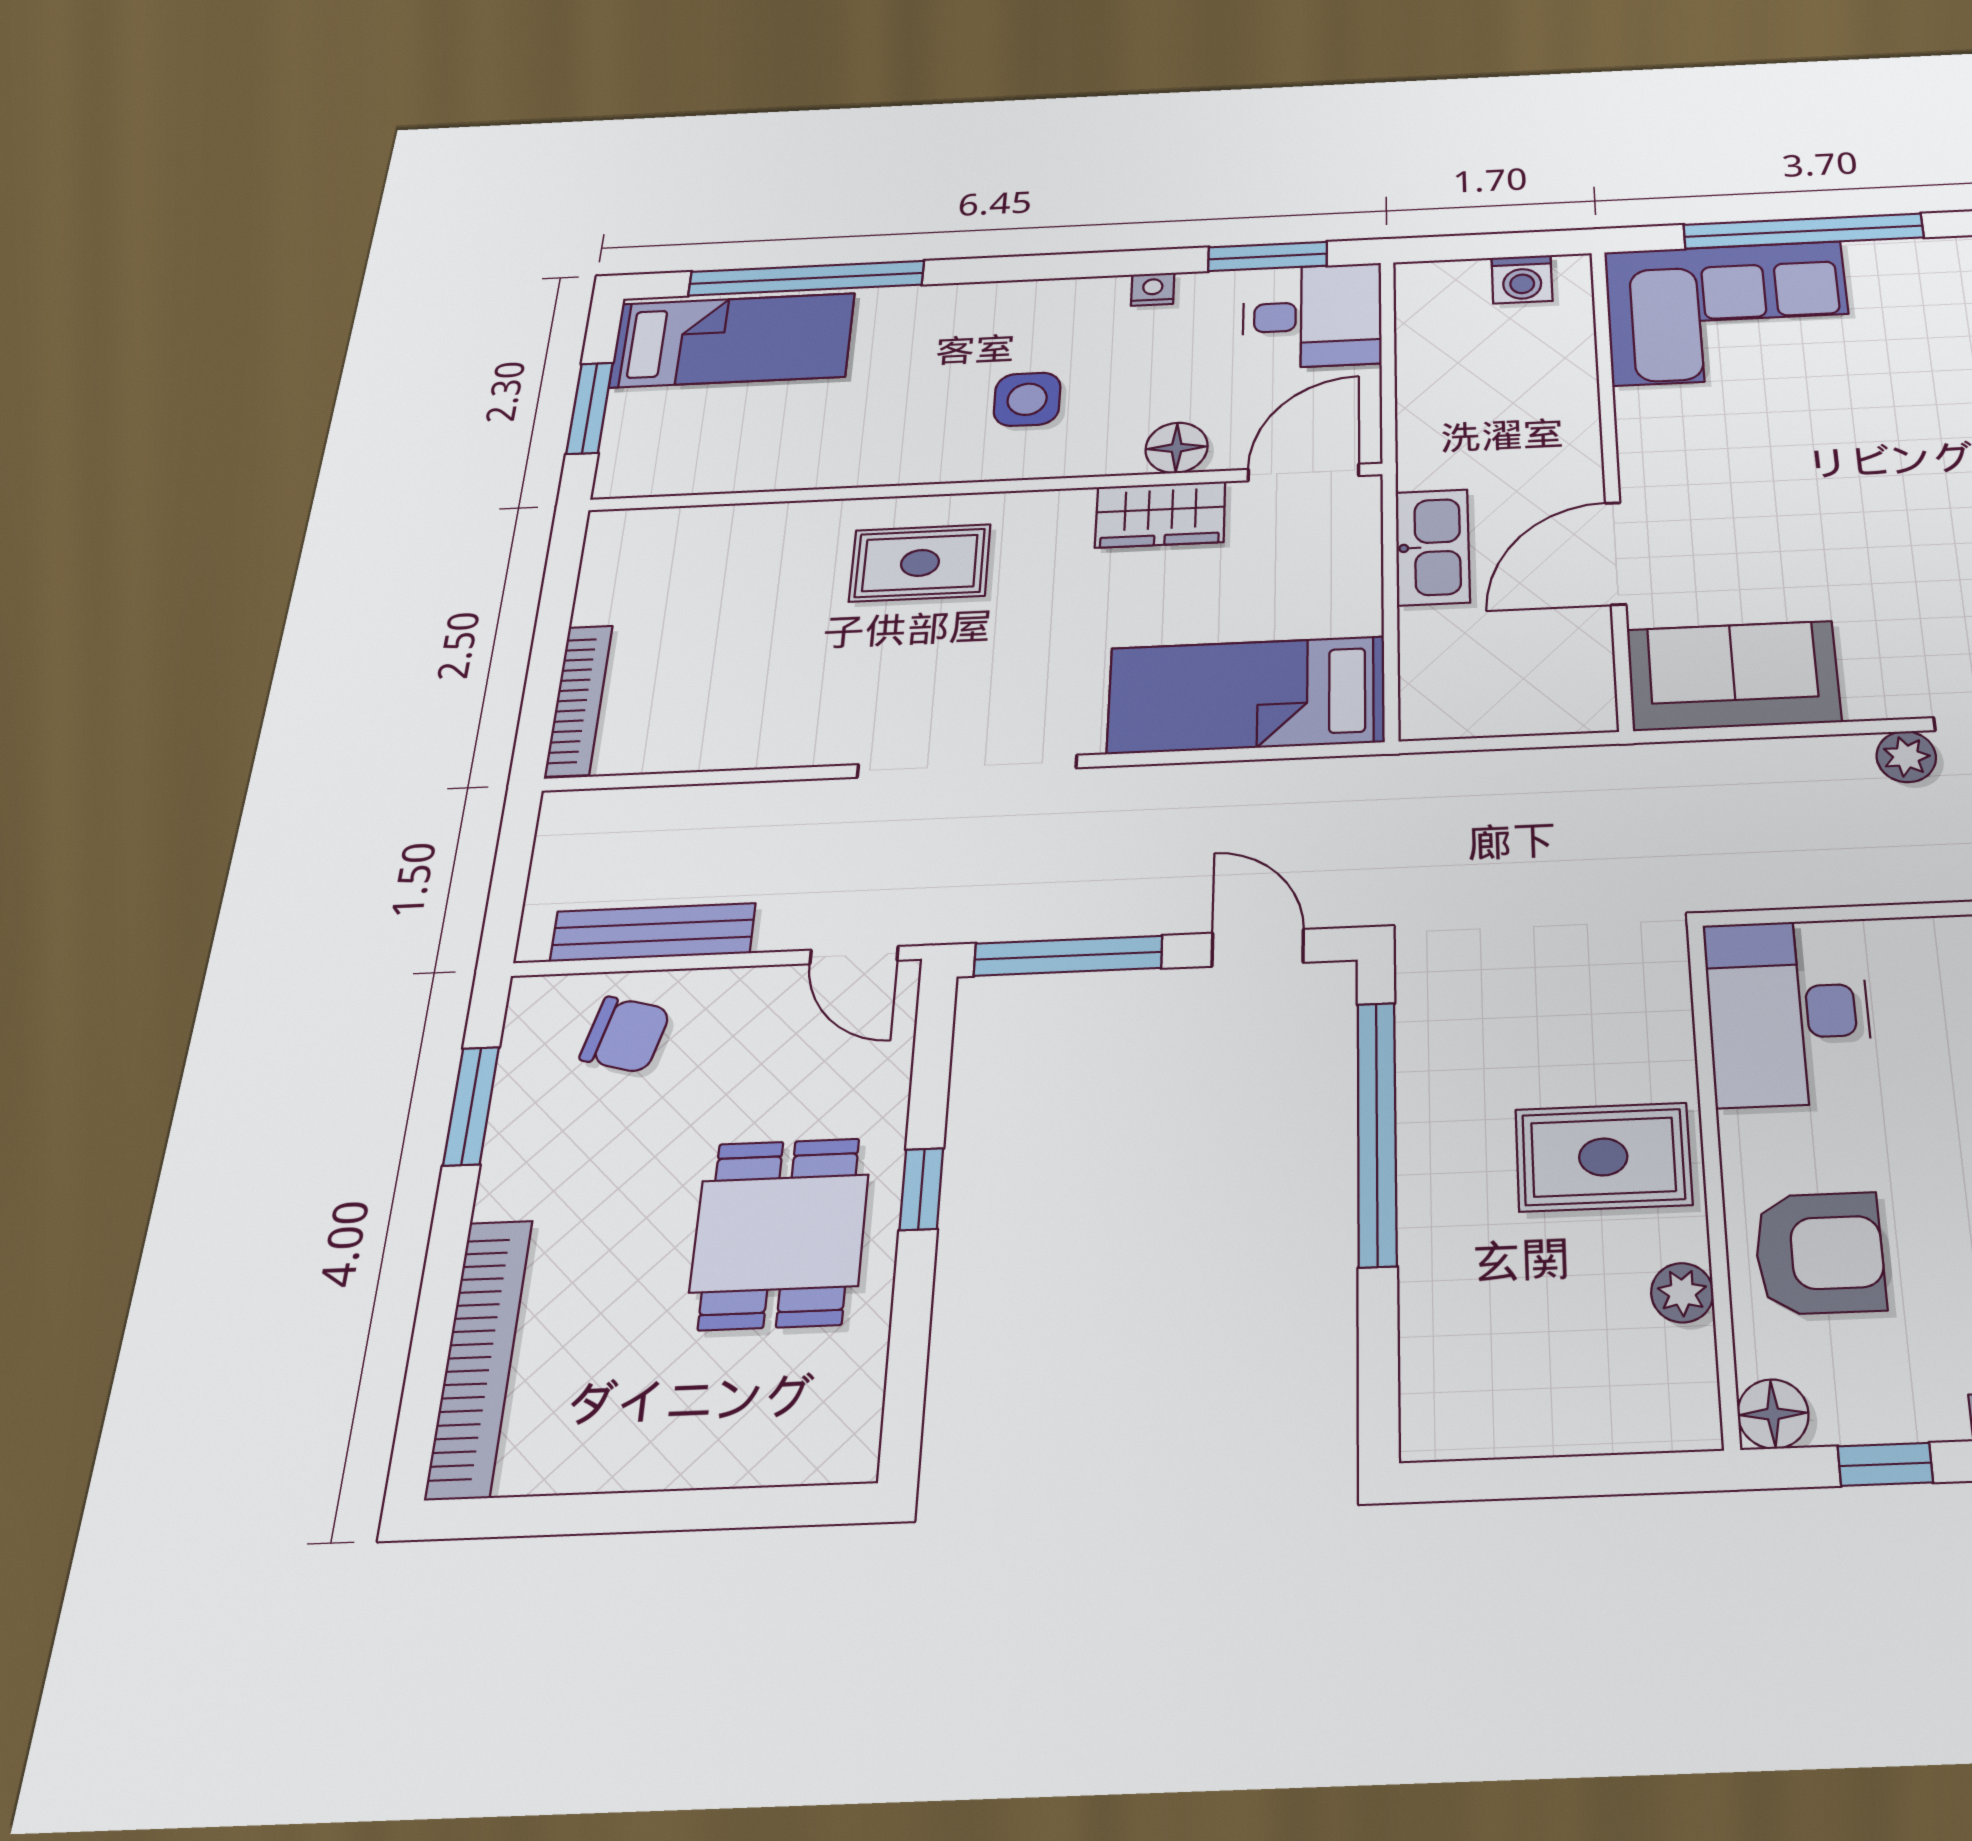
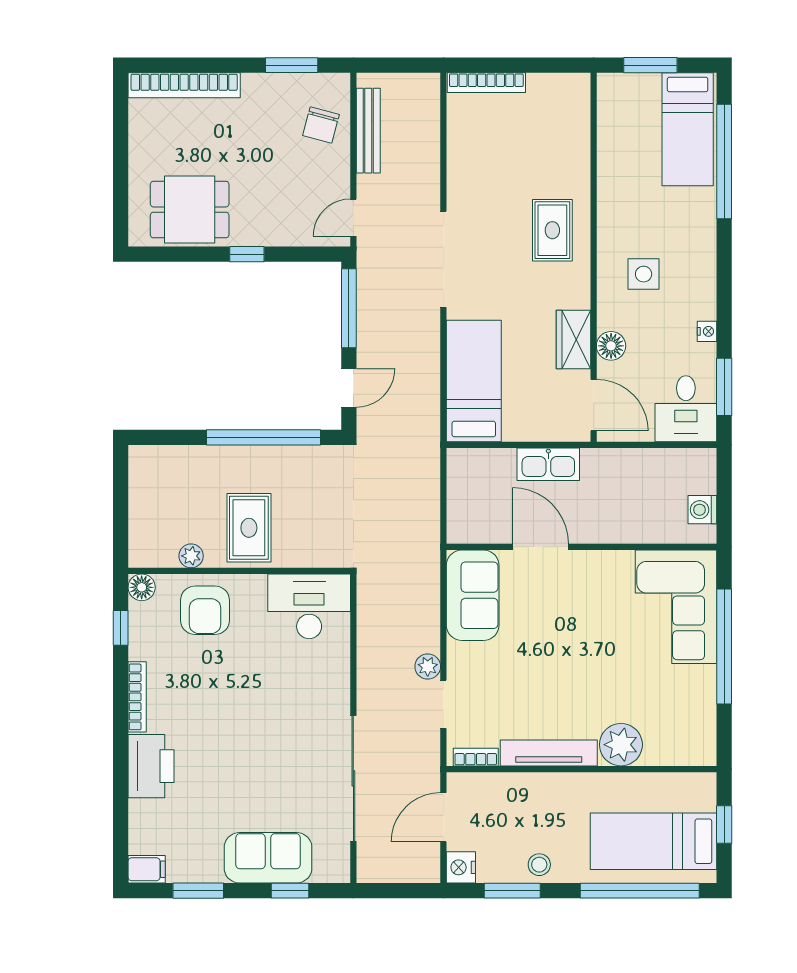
dining table: (780, 1233) -> (190, 210), moved

